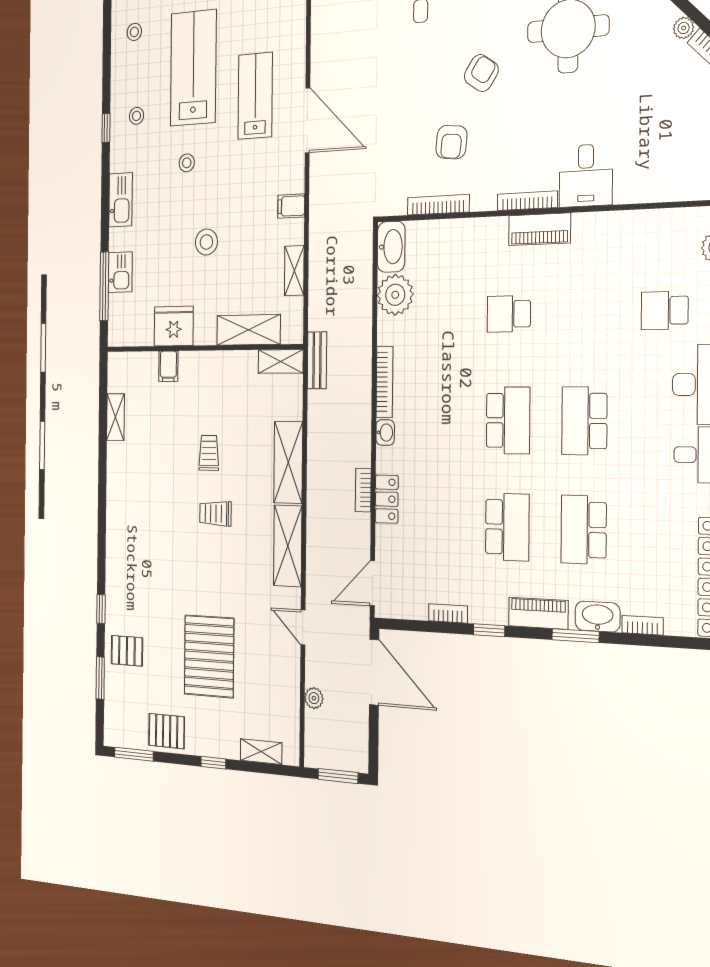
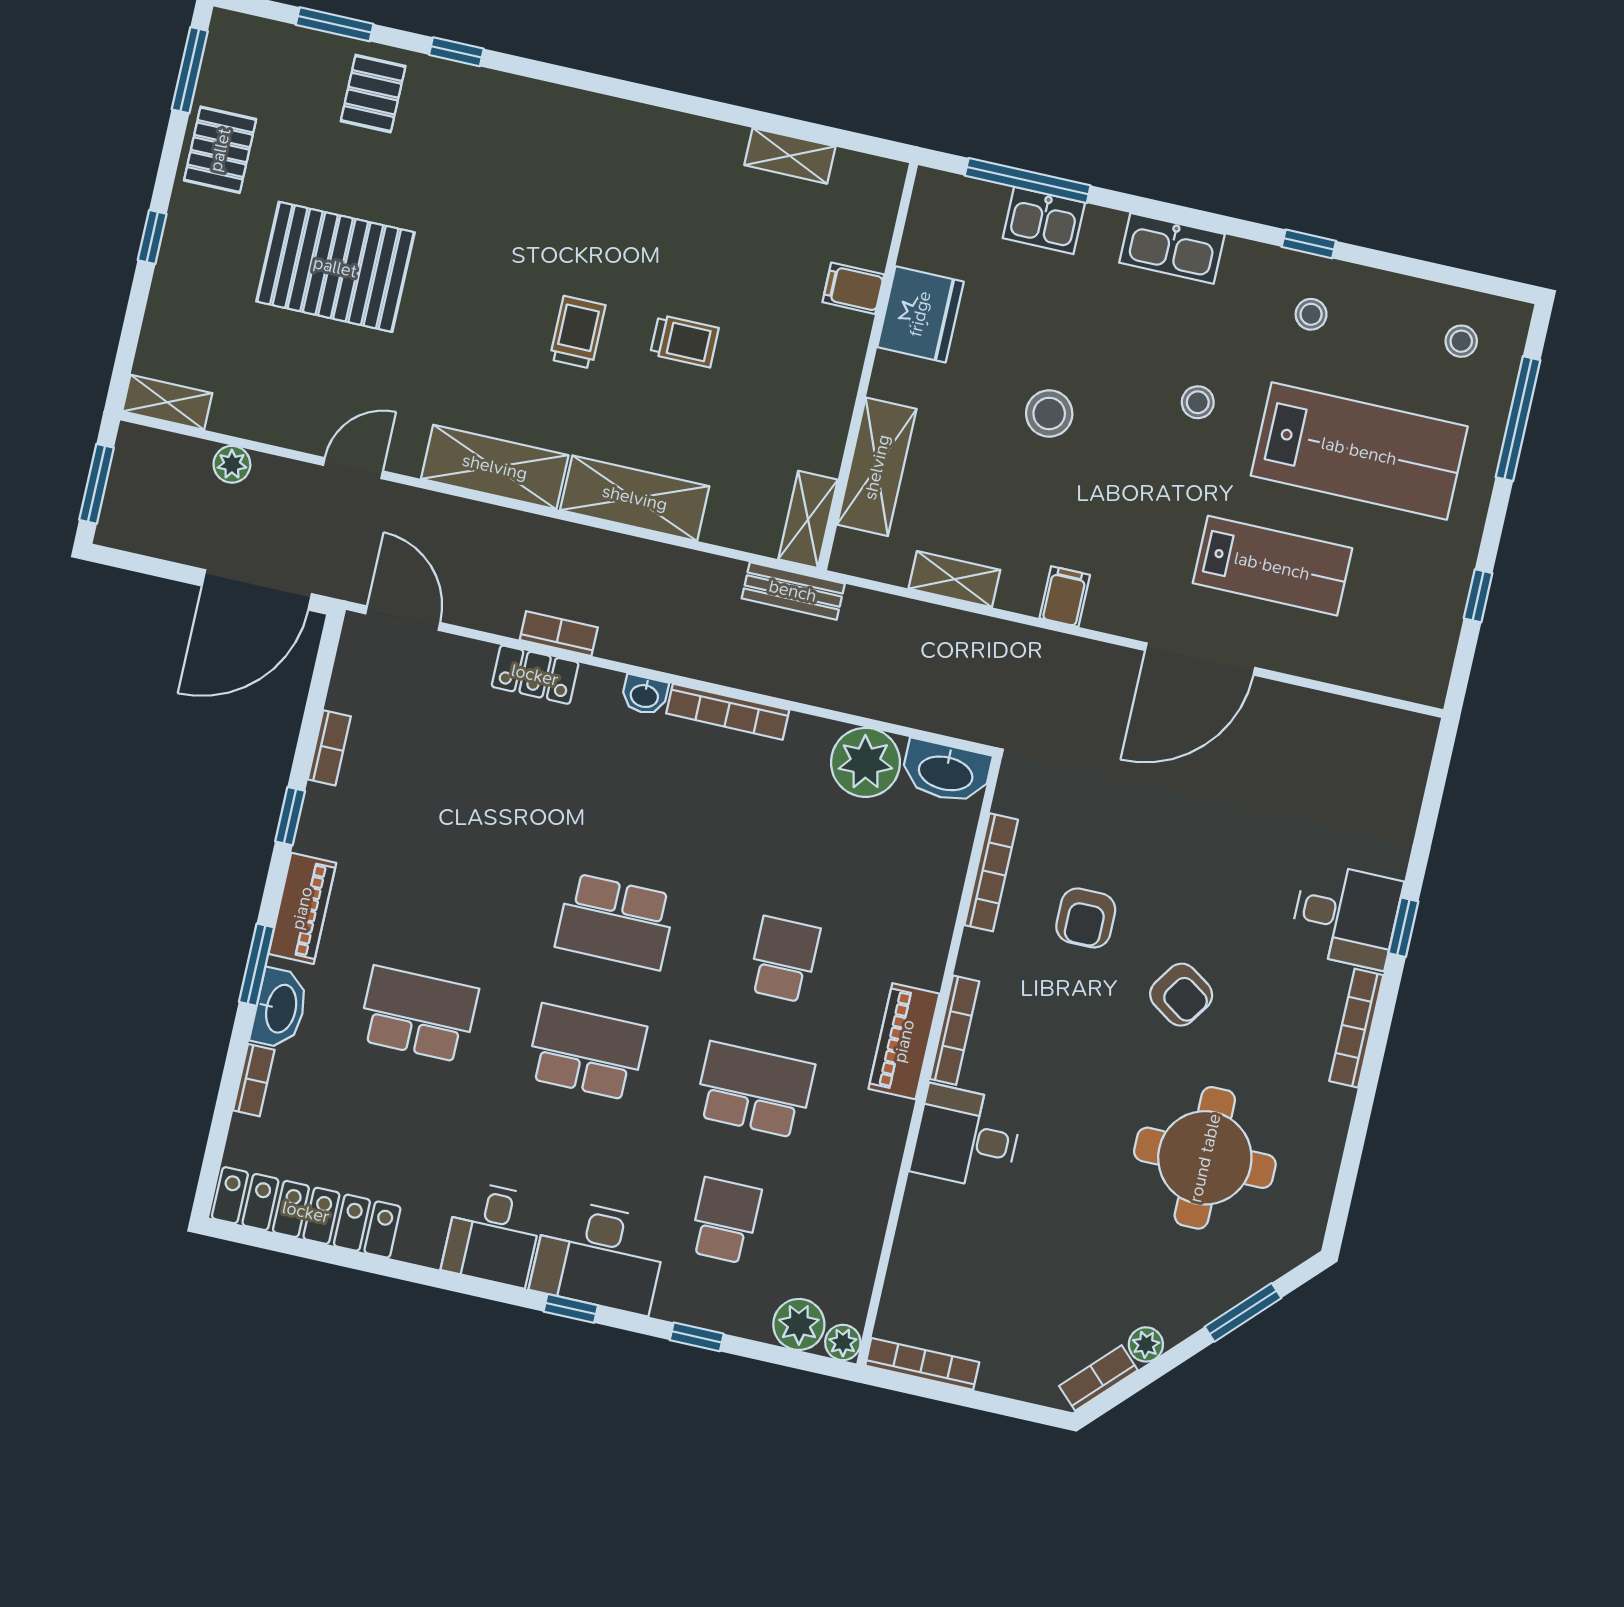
armchair: (451, 142) -> (1086, 918), turned -96
school desk: (507, 527) -> (754, 1090), moved, turned 180
shelving: (261, 752) -> (167, 402), moved, turned 90

